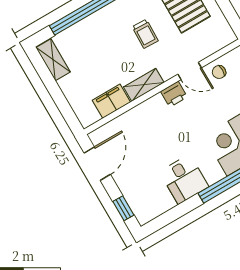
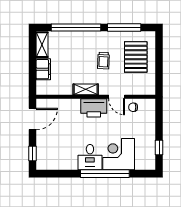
printer: (174, 94) -> (94, 108), width x1.87, depth x1.48
filing cabinet: (111, 101) -> (43, 69), moved, turned 90
desk: (184, 179) -> (90, 157), moved

